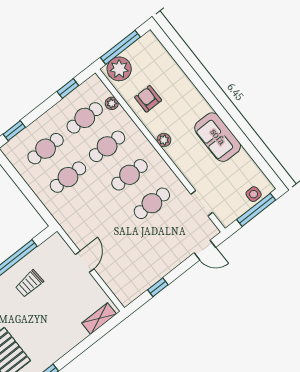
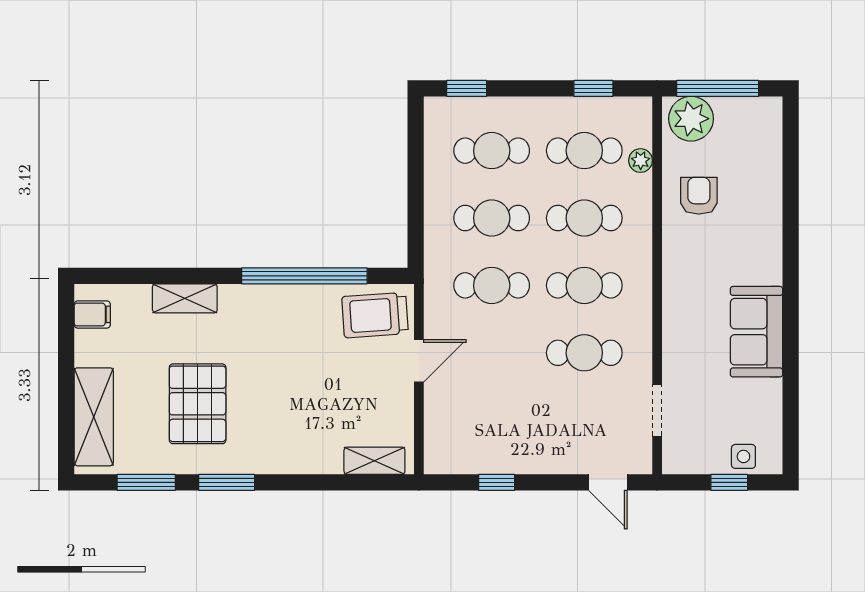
plant: (164, 140) -> (675, 274), removed
cafe table: (90, 206) -> (492, 285), added
window: (256, 210) -> (729, 482), width x0.46
trolley: (29, 284) -> (375, 315), moved, width x1.36, depth x1.39

